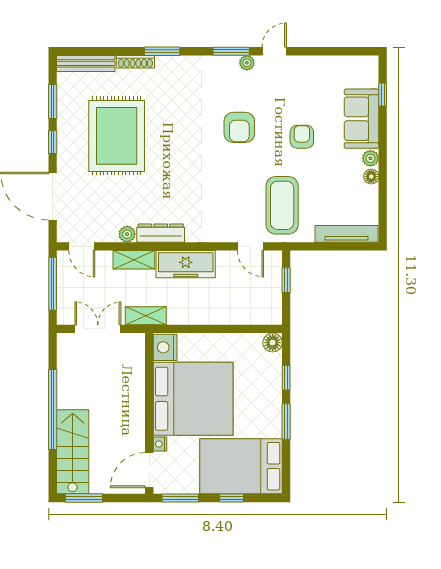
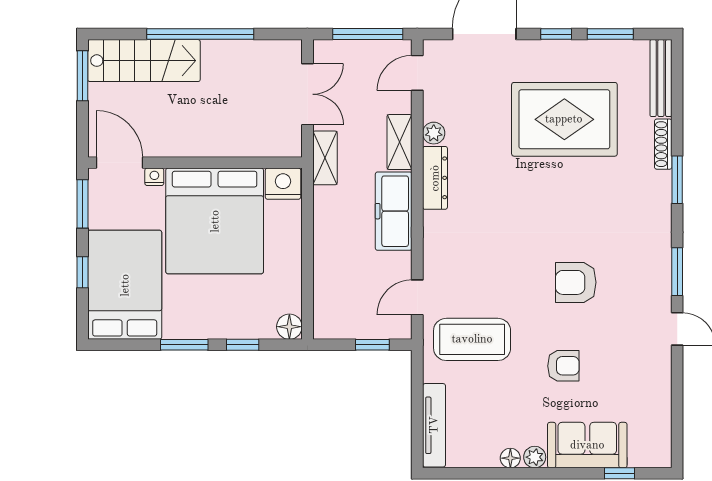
plant: (247, 63) -> (662, 293), removed

